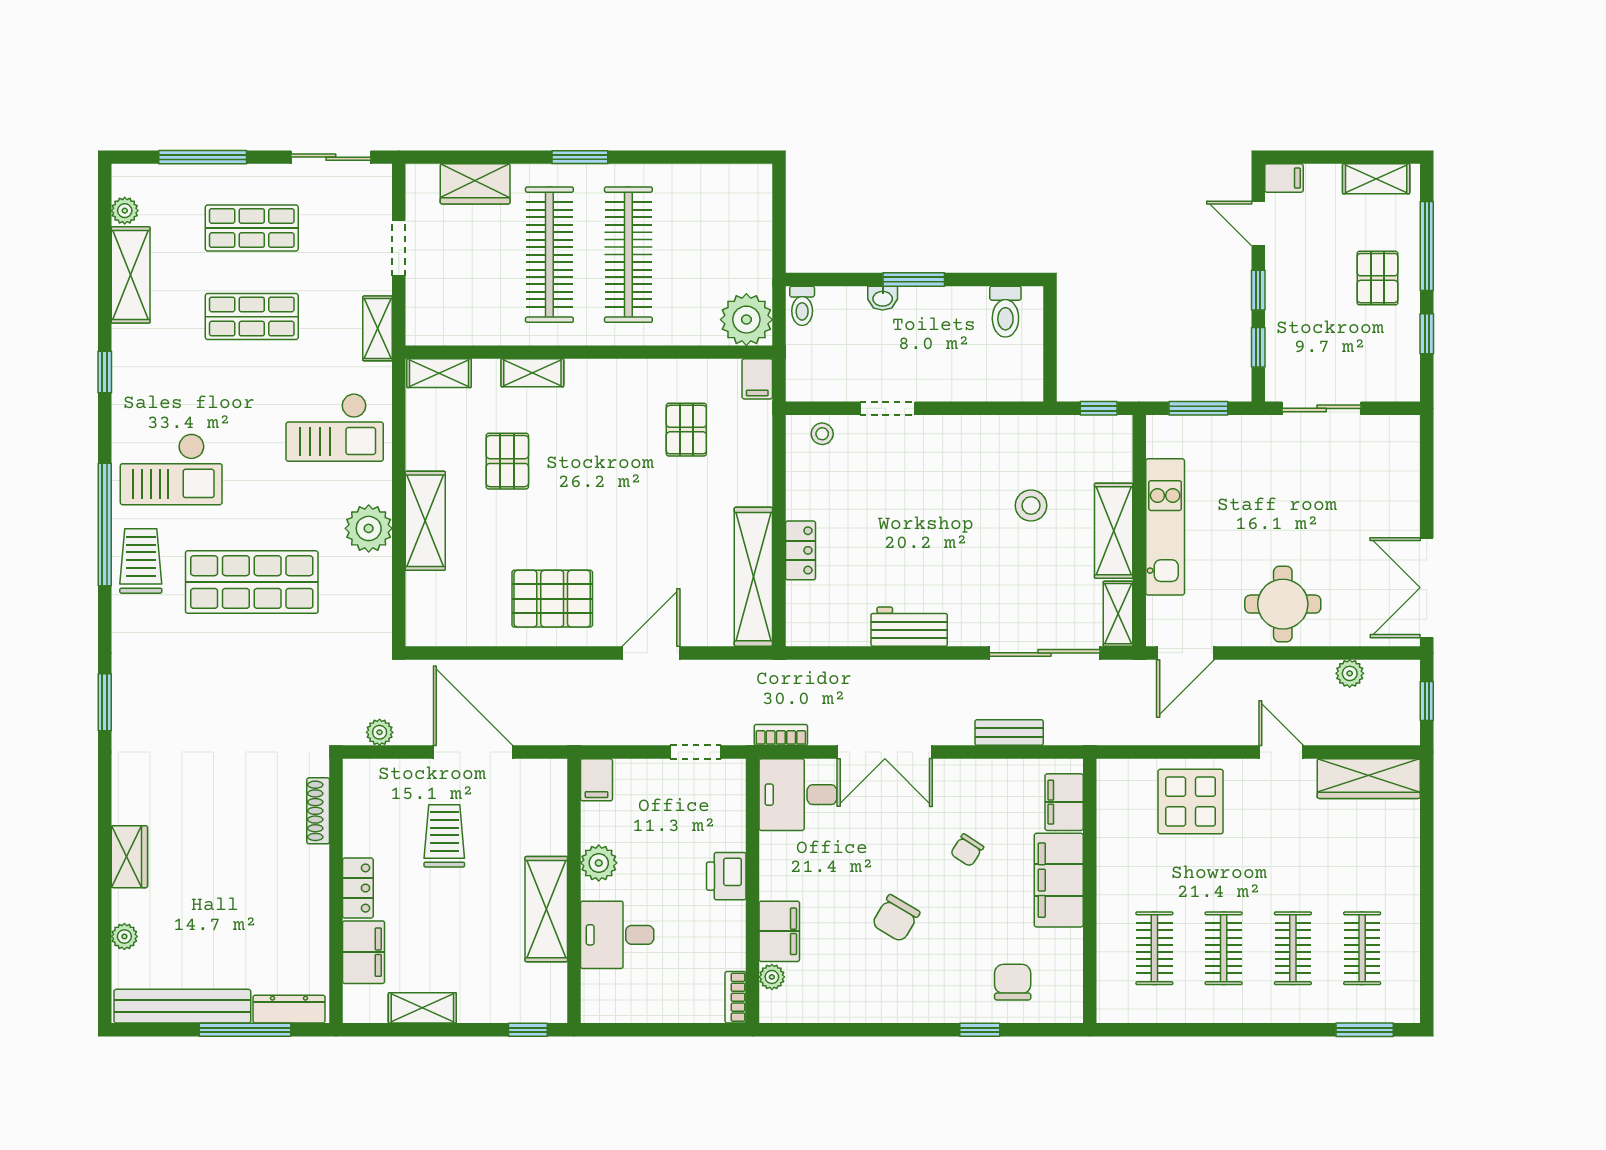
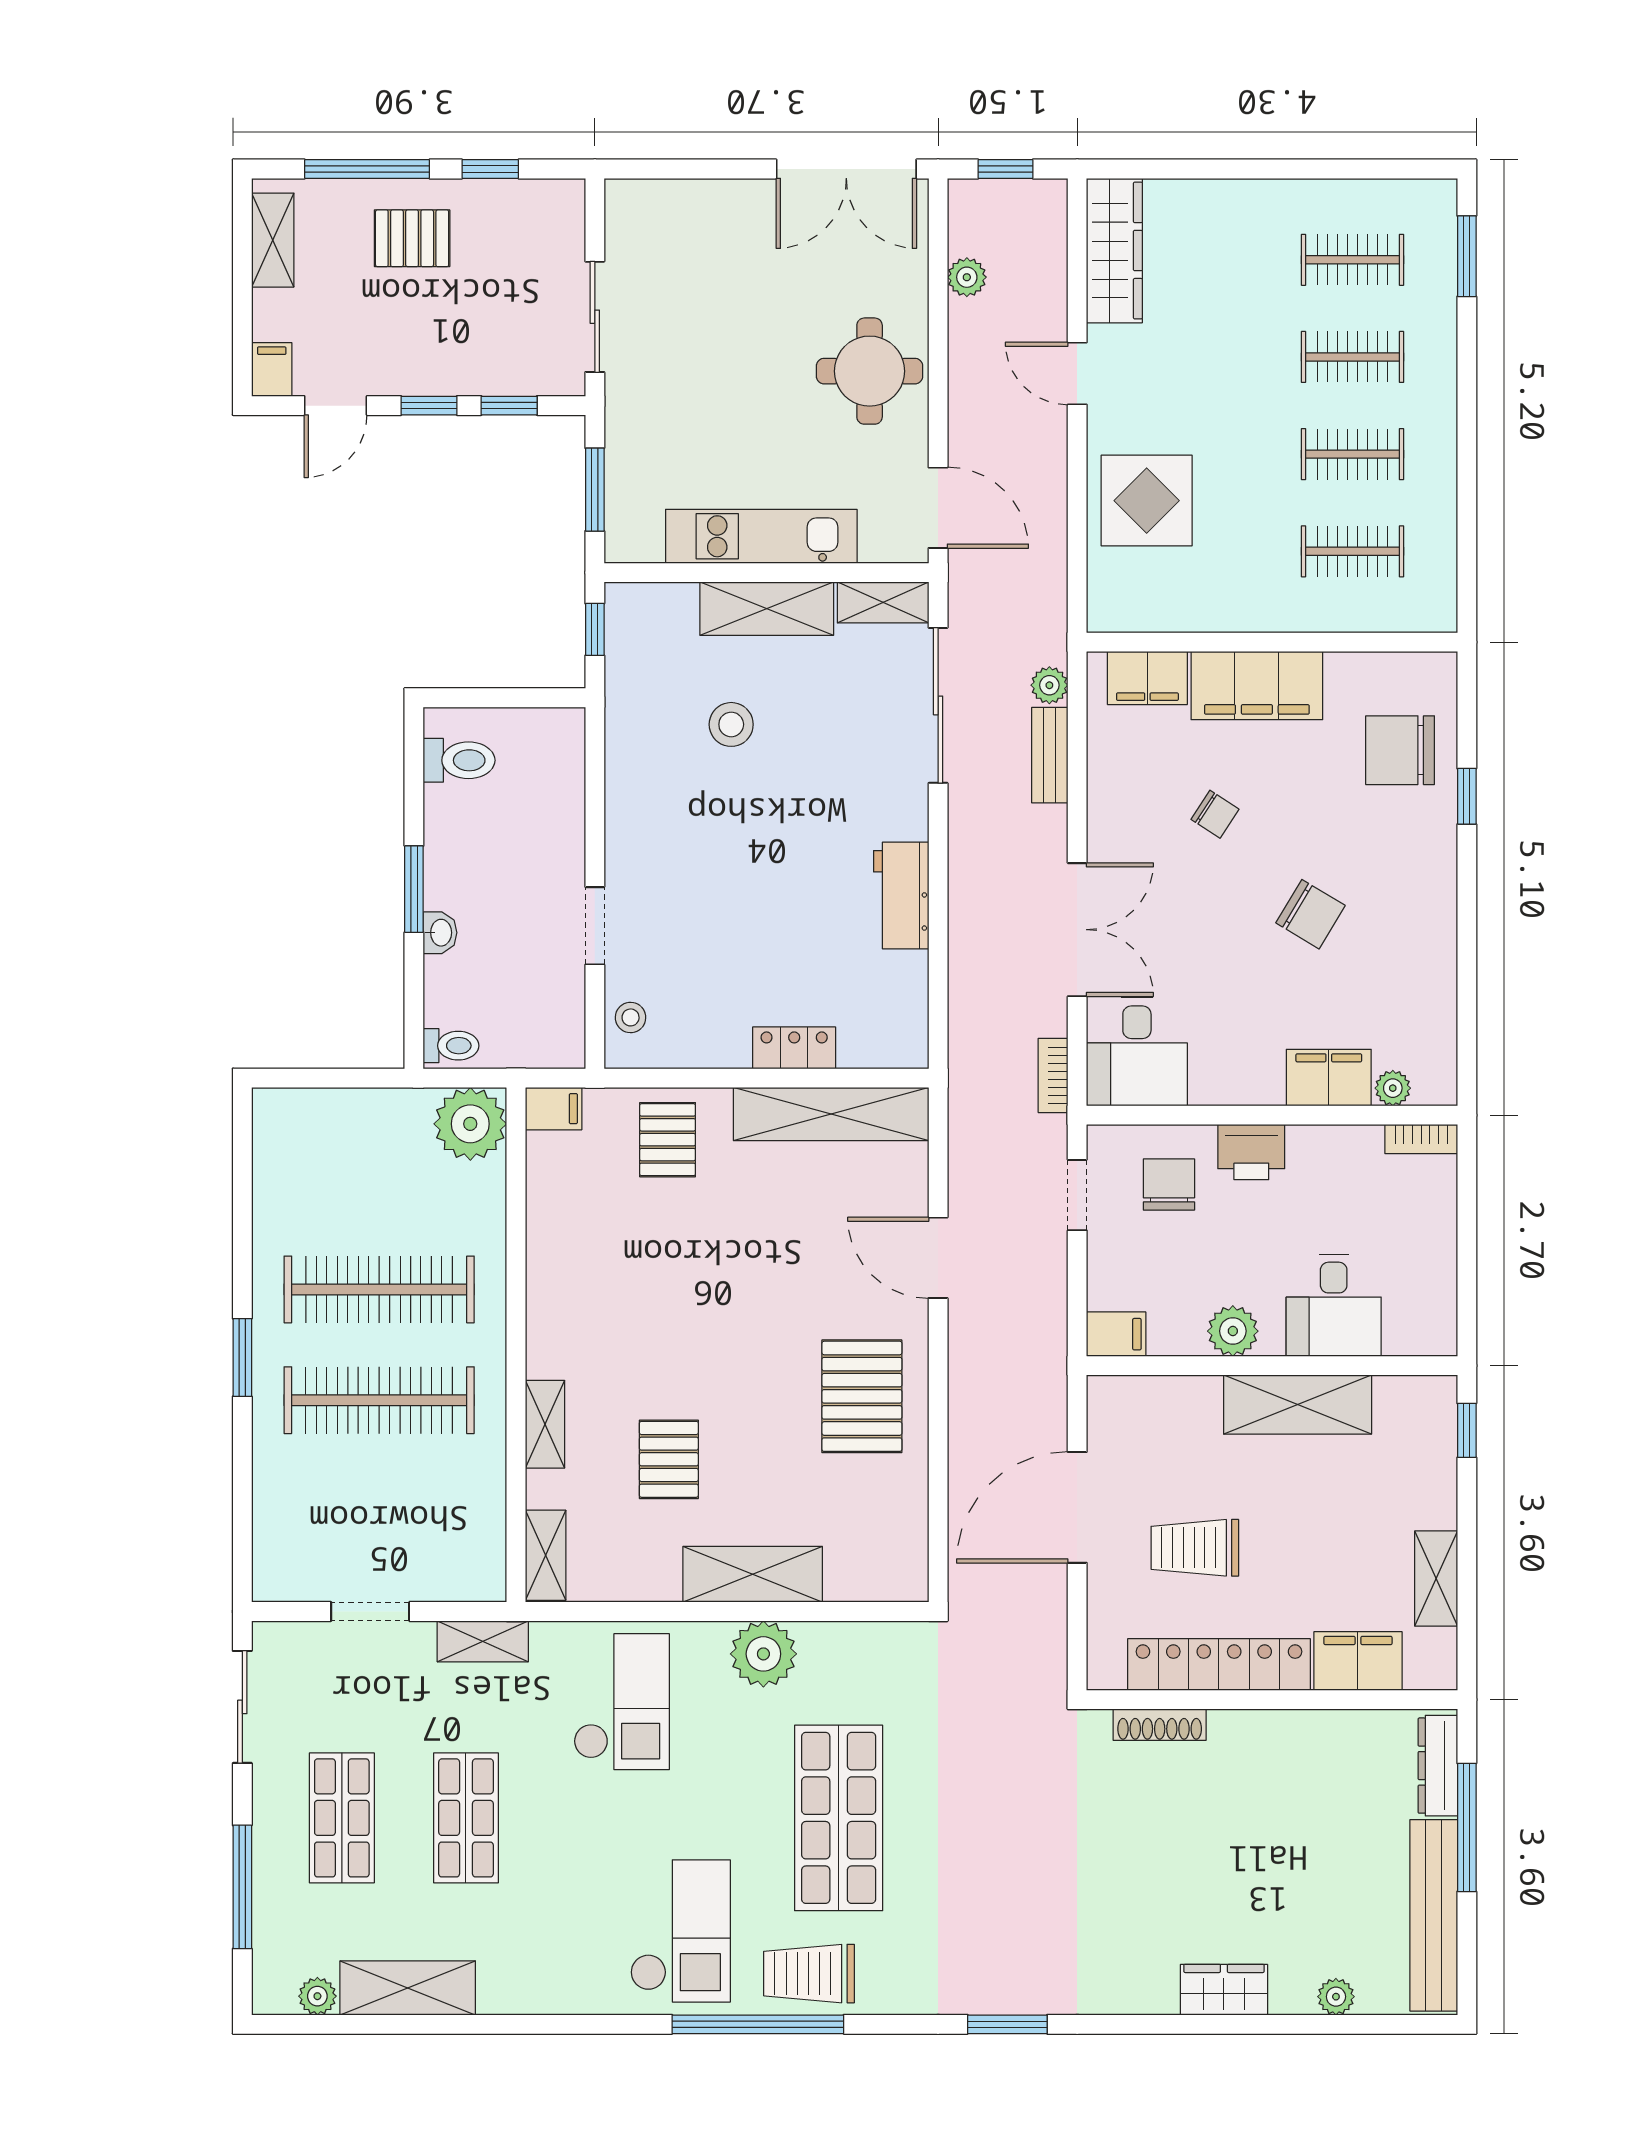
wardrobe: (475, 184) -> (280, 1504), removed
window: (105, 372) -> (544, 2024), removed
pallet: (686, 430) -> (668, 1140), moved, turned 90
pallet: (507, 461) -> (669, 1459), turned 90
plant: (380, 732) -> (1049, 685), moved
door: (1281, 752) -> (1077, 373), hinge flipped
chair: (703, 817) -> (1169, 1185), added
locker: (358, 888) -> (1219, 1665), width x2.16, depth x1.21
chair: (1013, 982) -> (1400, 750), width x1.37, depth x1.37

